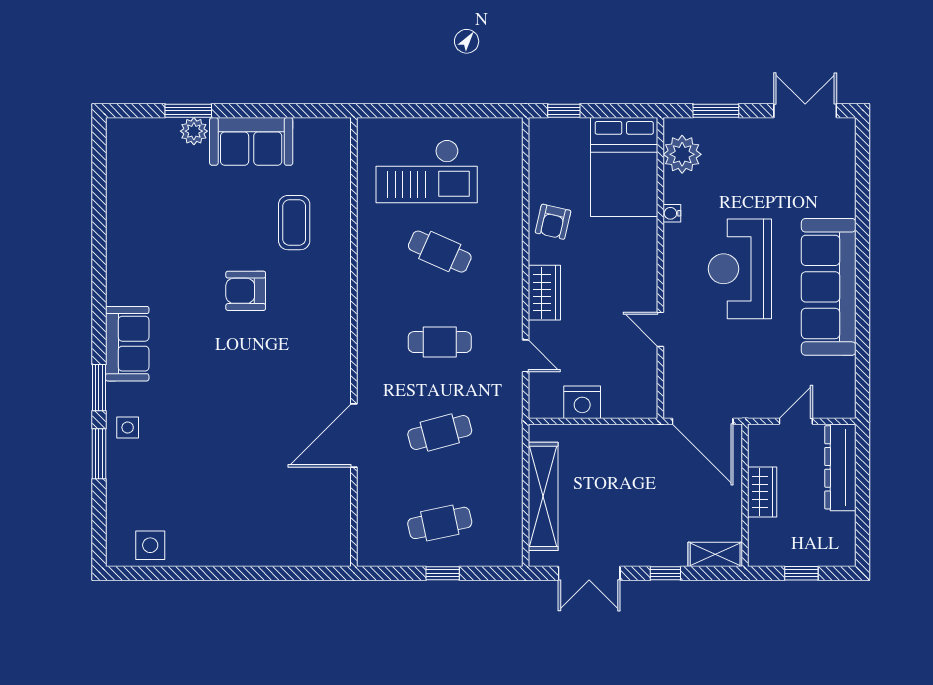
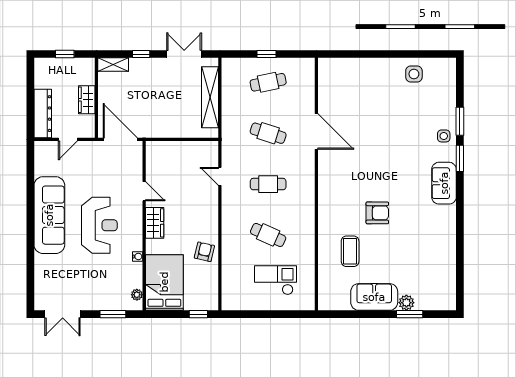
plant: (682, 154) -> (137, 295), width x0.53, depth x0.53
checkout: (427, 171) -> (275, 280), width x0.73, depth x0.83
wardrobe: (544, 293) -> (155, 223), moved, turned 180
nightstand: (582, 402) -> (188, 150), removed
cafe table: (440, 432) -> (268, 133), turned 33
door: (354, 435) -> (316, 132), hinge flipped
side table: (150, 545) -> (414, 74), moved

